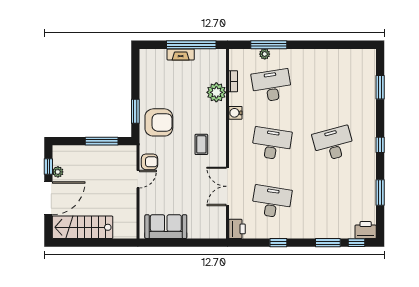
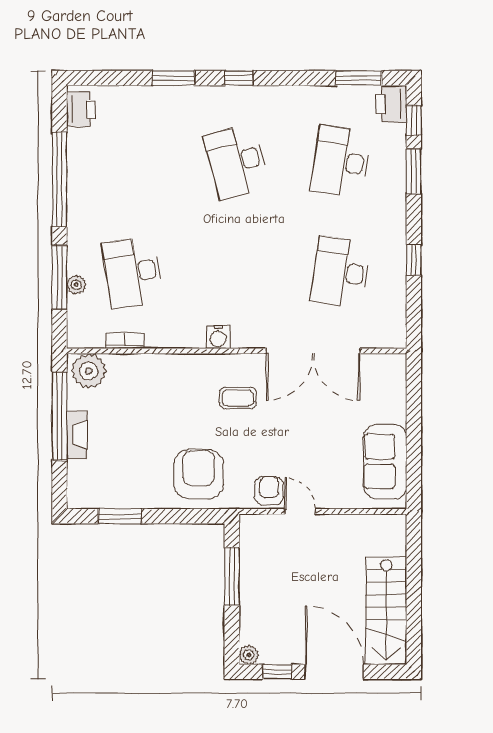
window: (323, 45) -> (60, 180), added
window: (380, 87) -> (173, 78), moved
plant: (216, 92) -> (89, 371), moved
window: (135, 111) -> (120, 516), moved
water cooler: (235, 113) -> (218, 337), moved
desk: (272, 144) -> (341, 162), moved
plant: (58, 172) -> (249, 655), moved
double door: (228, 186) -> (313, 351), width x1.36
window: (380, 192) -> (359, 78), moved
printer: (237, 229) -> (81, 109), moved, turned 90

